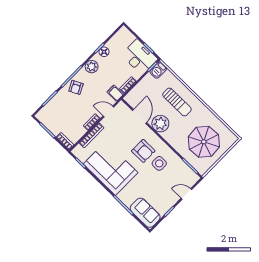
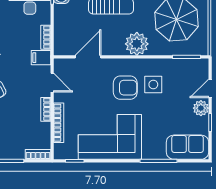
door: (108, 111) -> (52, 83), swing flipped
door: (140, 116) -> (88, 57), hinge flipped
plant: (160, 124) -> (137, 44), moved
plant: (172, 199) -> (201, 108), added

